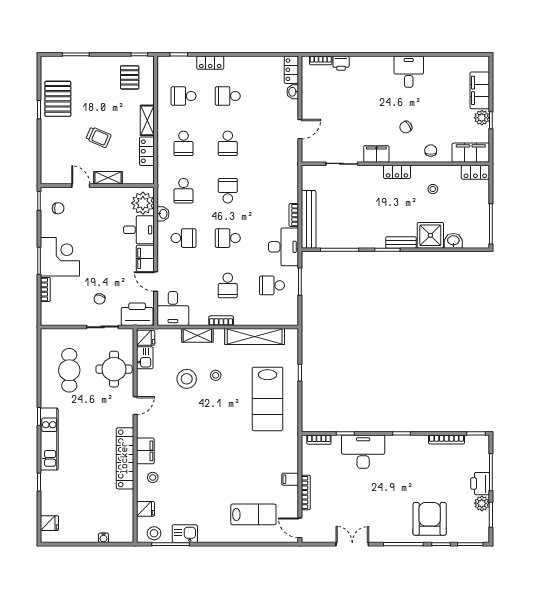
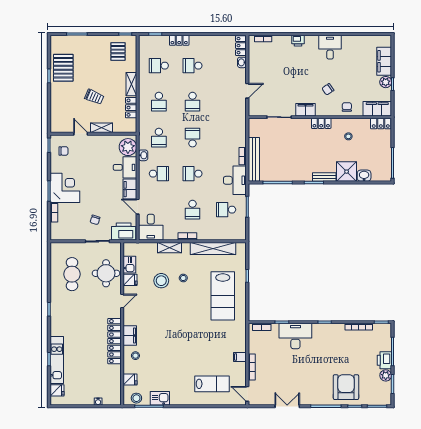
printer: (341, 63) -> (298, 41), moved
fridge: (146, 338) -> (130, 280), moved
kitchen unit: (49, 439) -> (57, 360), moved

